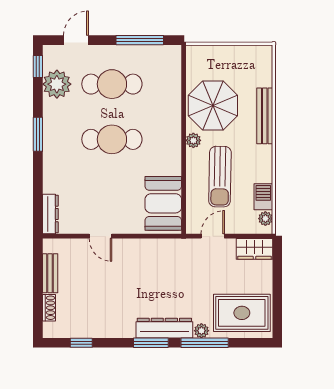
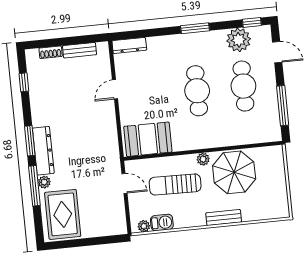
bench: (265, 116) -> (224, 217), width x0.73
wardrobe: (254, 249) -> (117, 220), removed

